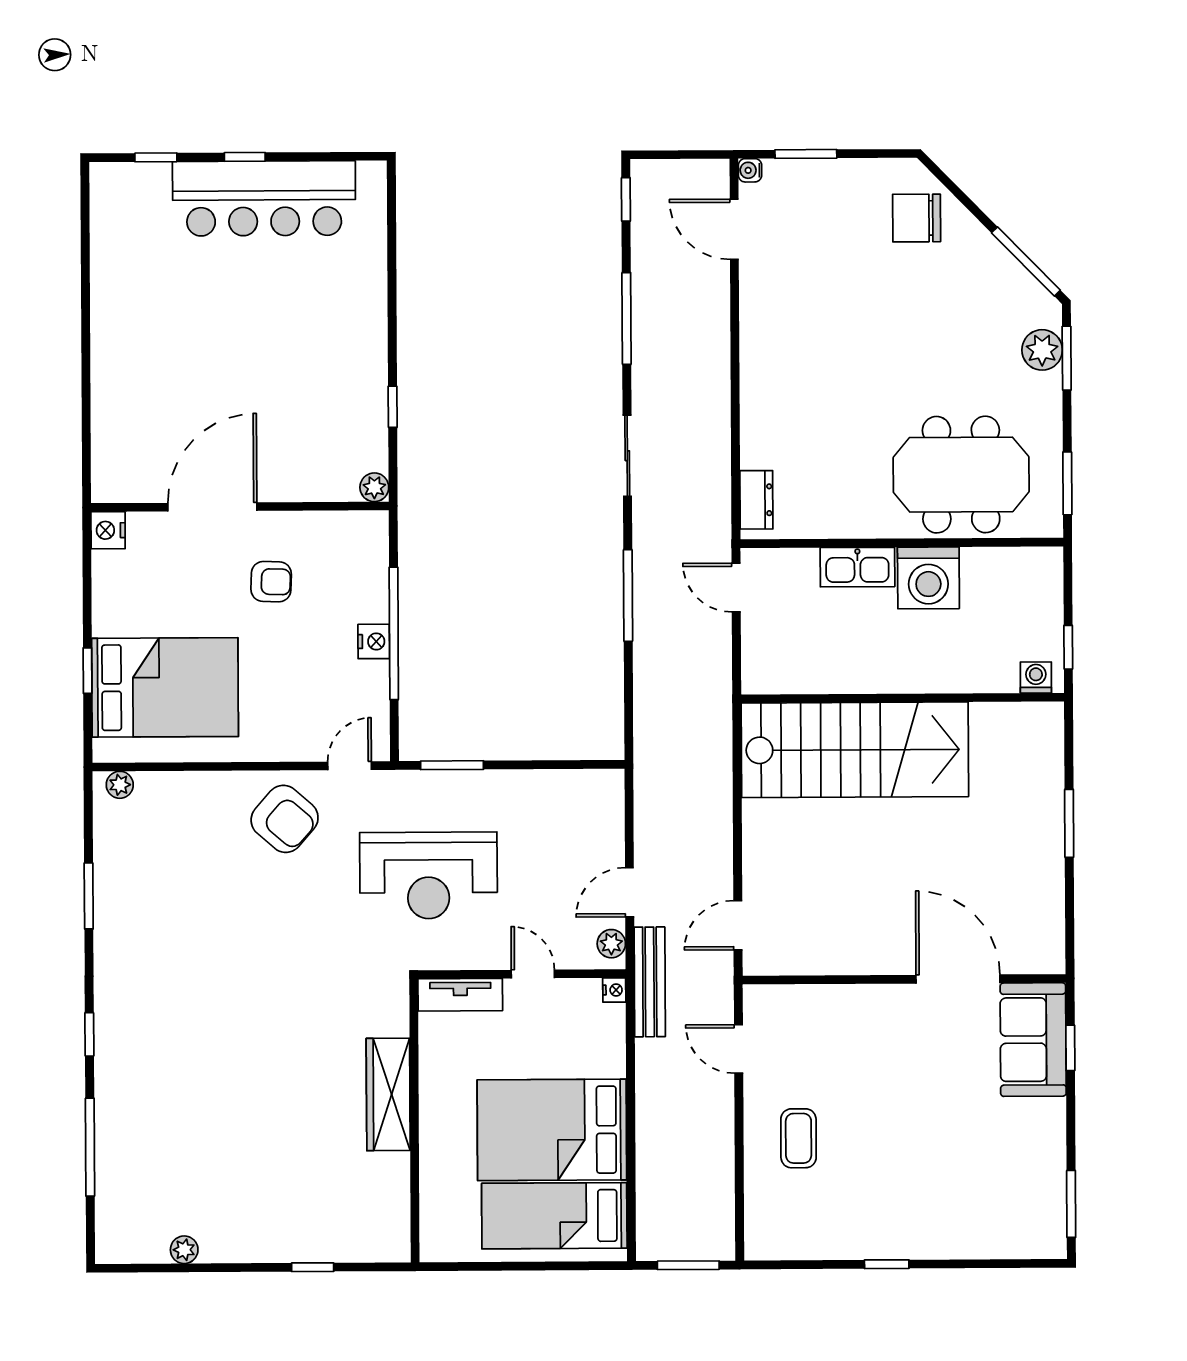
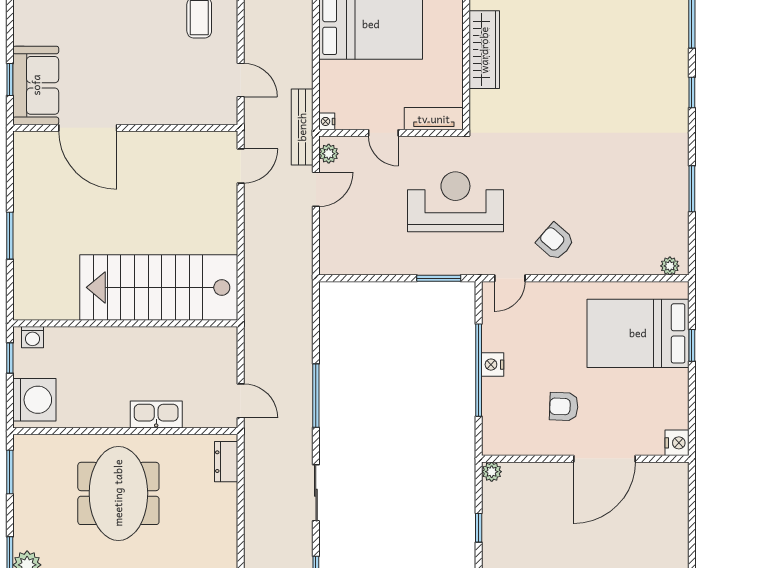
meeting table: (961, 475) -> (118, 493), moved, turned 90
washing machine: (928, 578) -> (34, 400), moved, turned 90
armchair: (285, 819) -> (555, 242), width x0.72, depth x0.72

